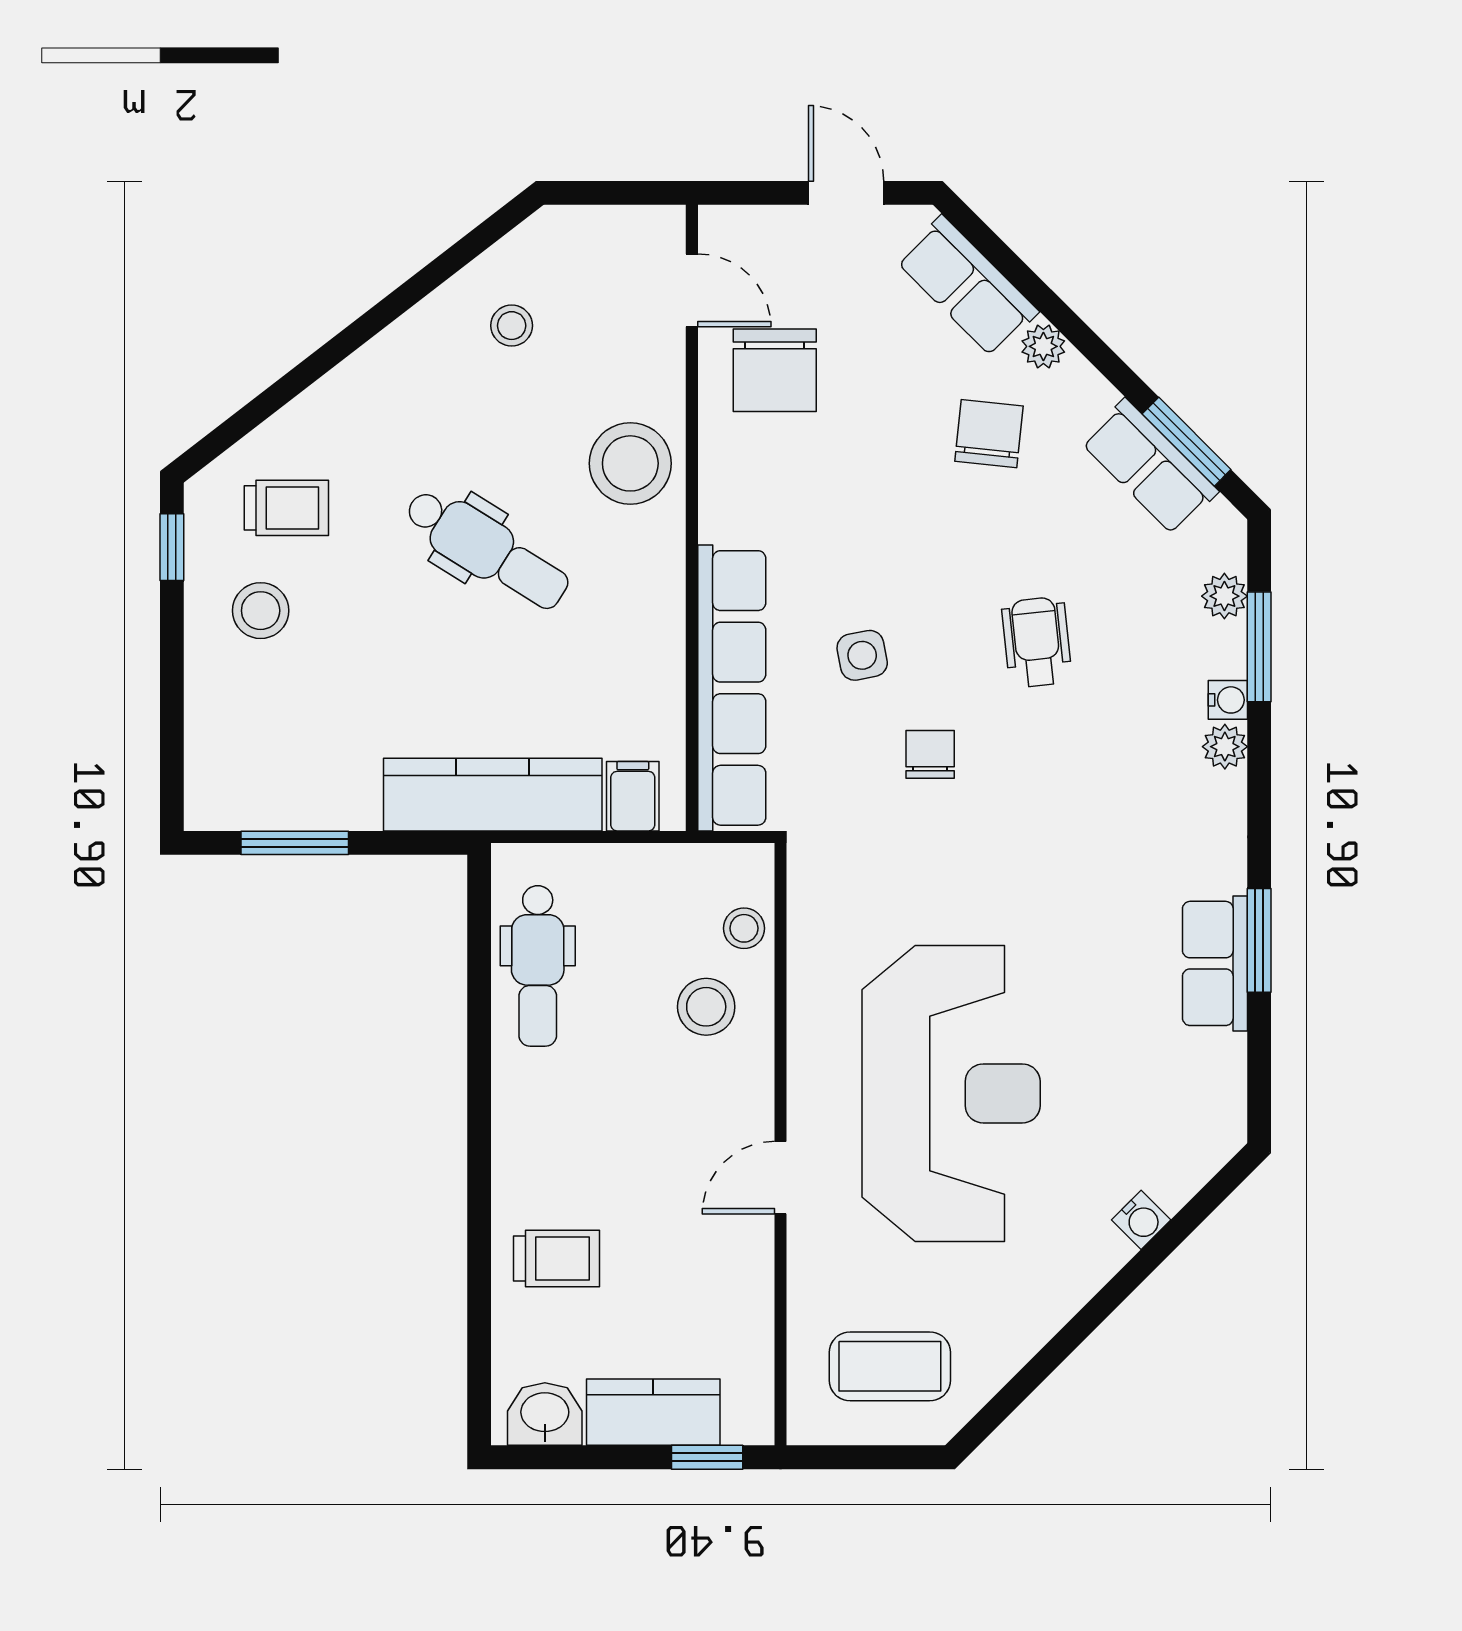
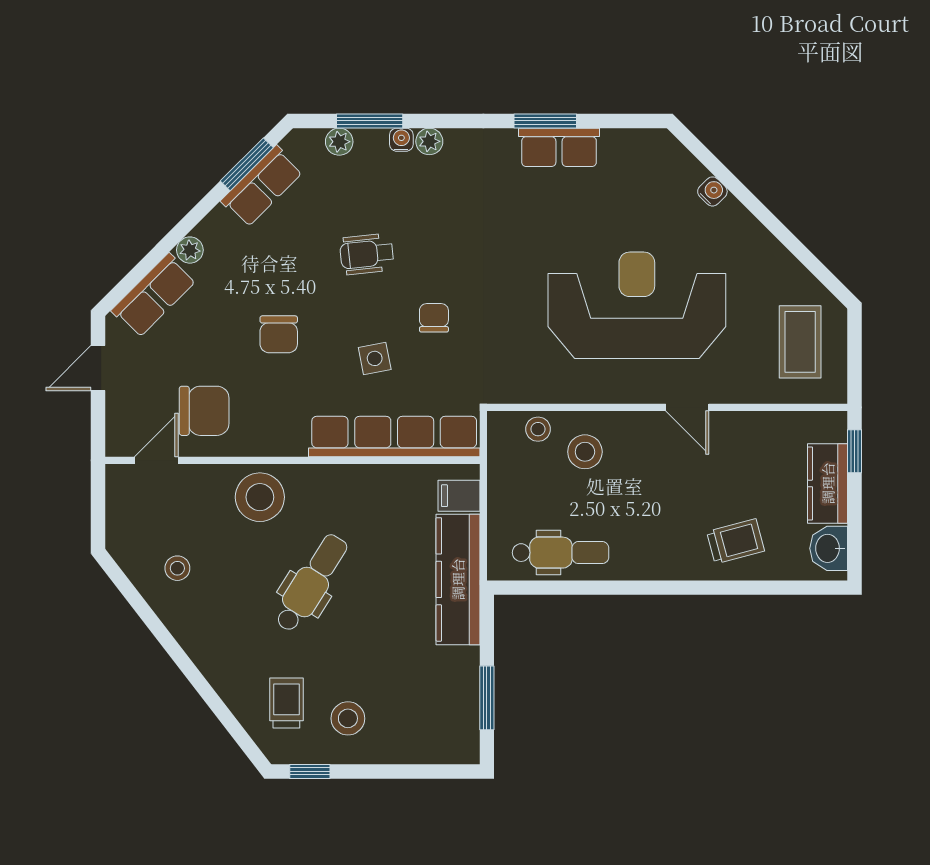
chair: (989, 434) -> (279, 334), moved, turned -96
chair: (930, 754) -> (434, 318), turned 90
trolley: (557, 1258) -> (736, 541), turned 75

